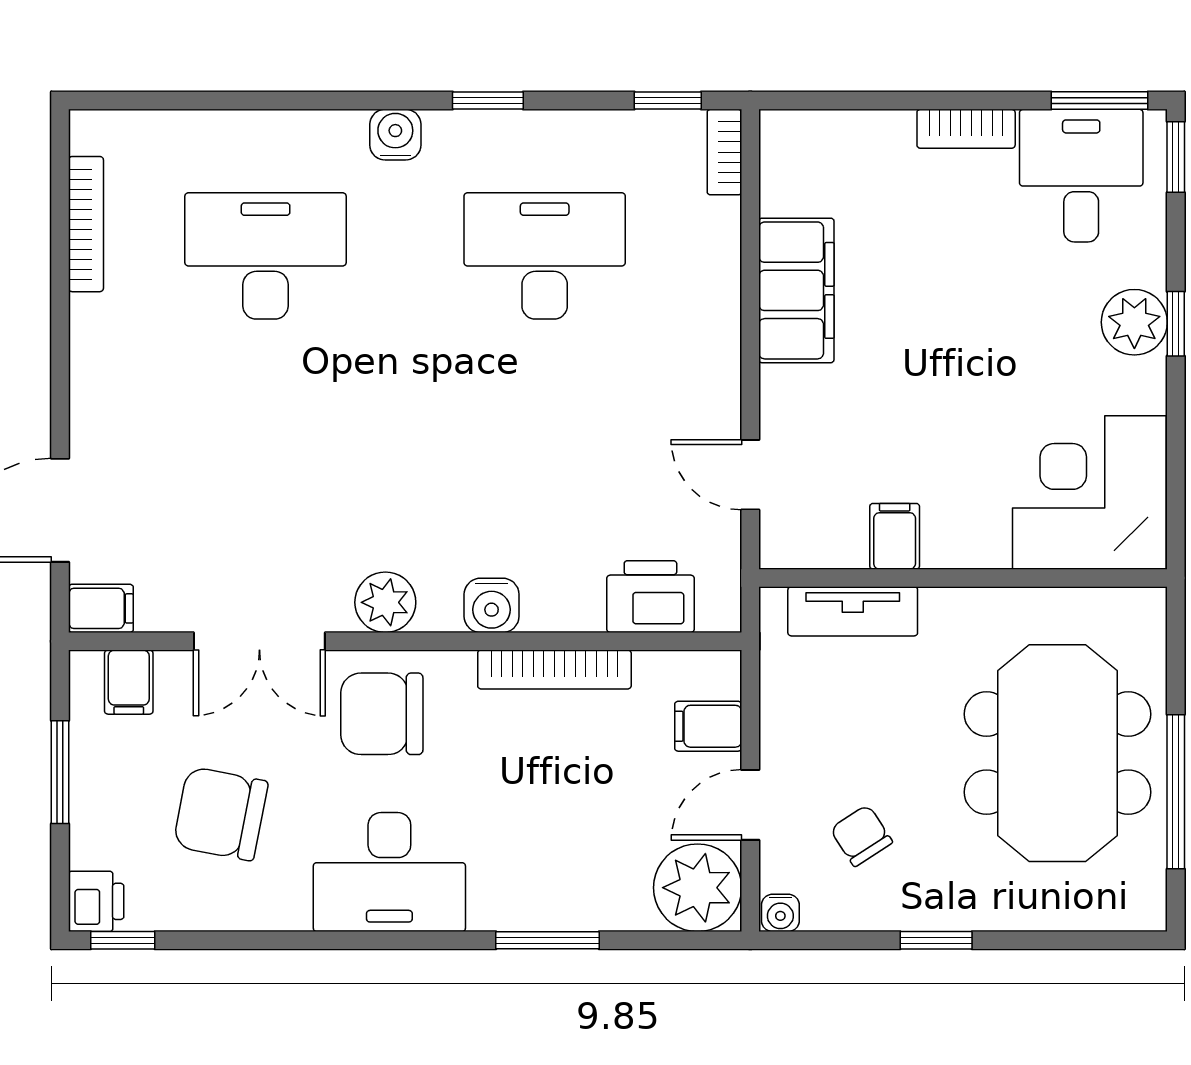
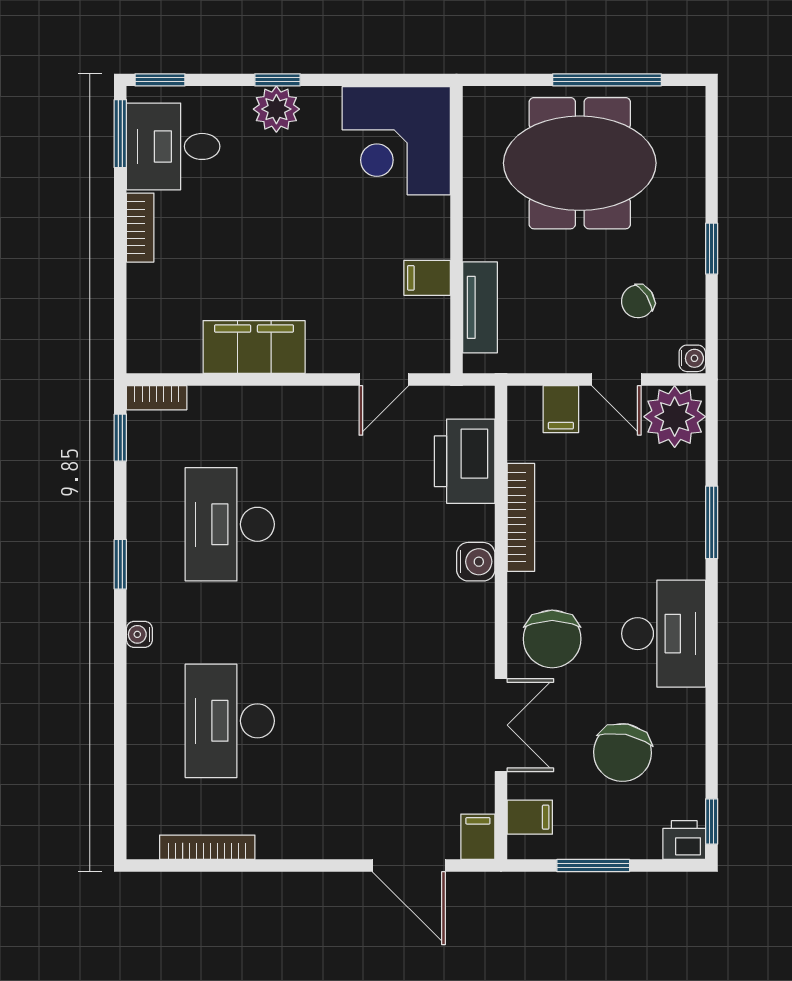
water cooler: (395, 135) -> (139, 634), width x0.72, depth x0.72
printer: (650, 597) -> (465, 461), width x1.37, depth x1.19
plant: (385, 602) -> (474, 636), removed

